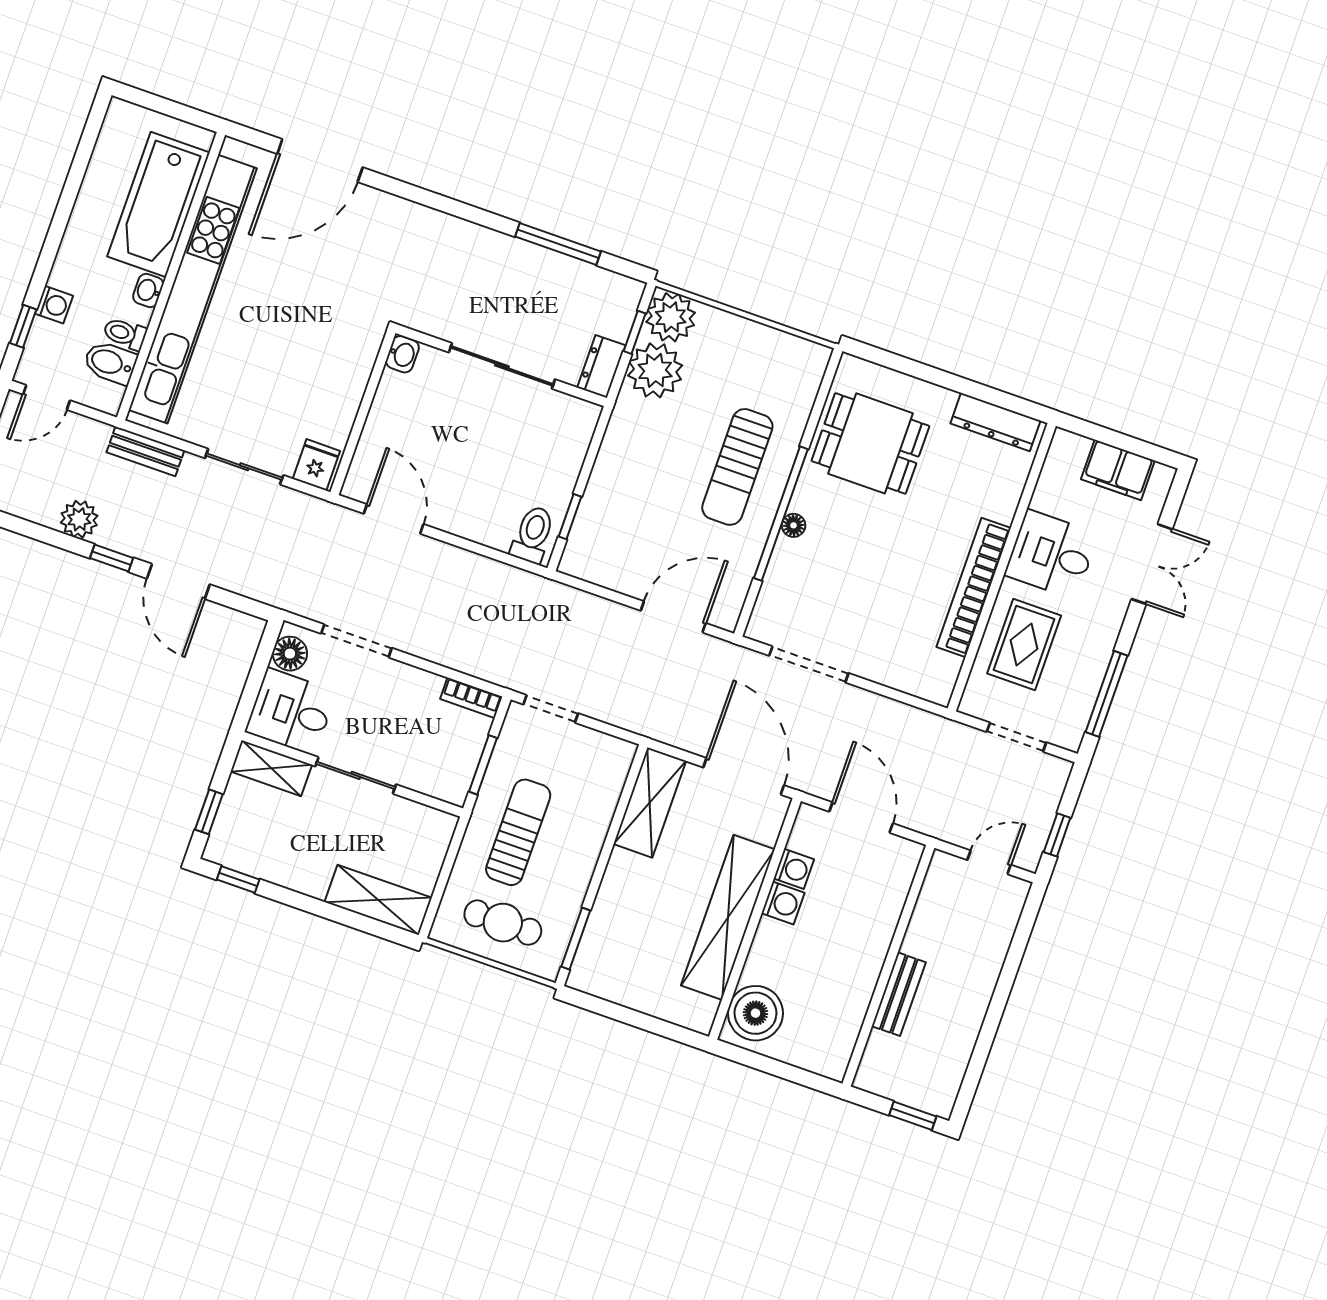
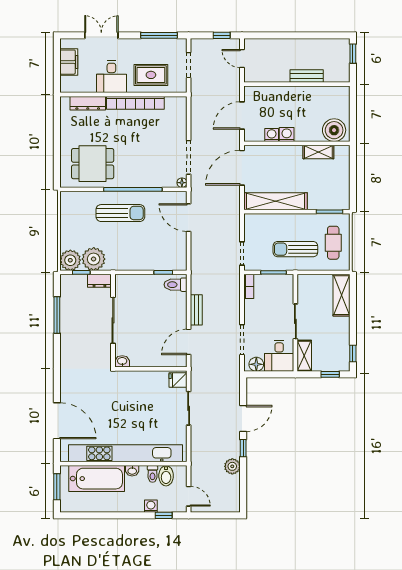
window: (171, 109) -> (57, 487), added
dresser: (995, 422) -> (88, 103), moved, turned 90
dining table: (870, 443) -> (93, 164), turned 90
bench: (145, 451) -> (196, 310), moved
floor lamp: (794, 525) -> (182, 183), moved
shelving: (650, 802) -> (275, 201), width x1.47
shelving: (728, 917) -> (318, 152), width x0.45, depth x0.75

